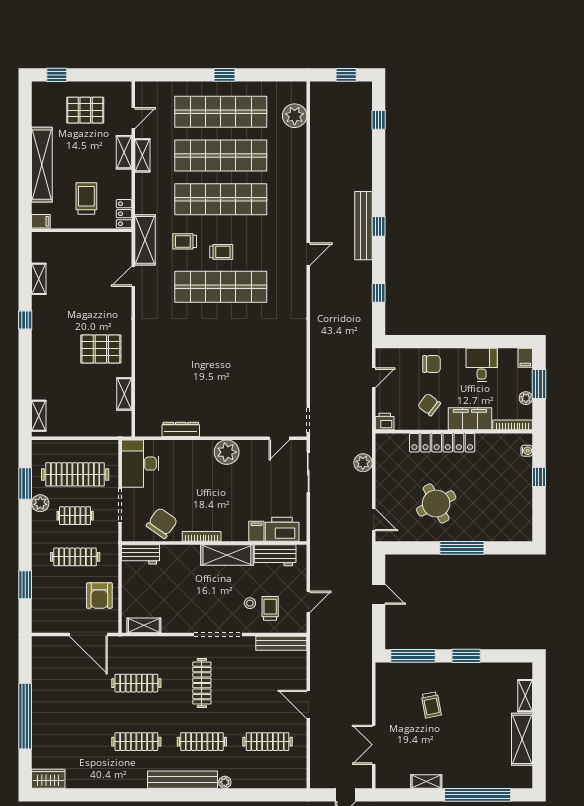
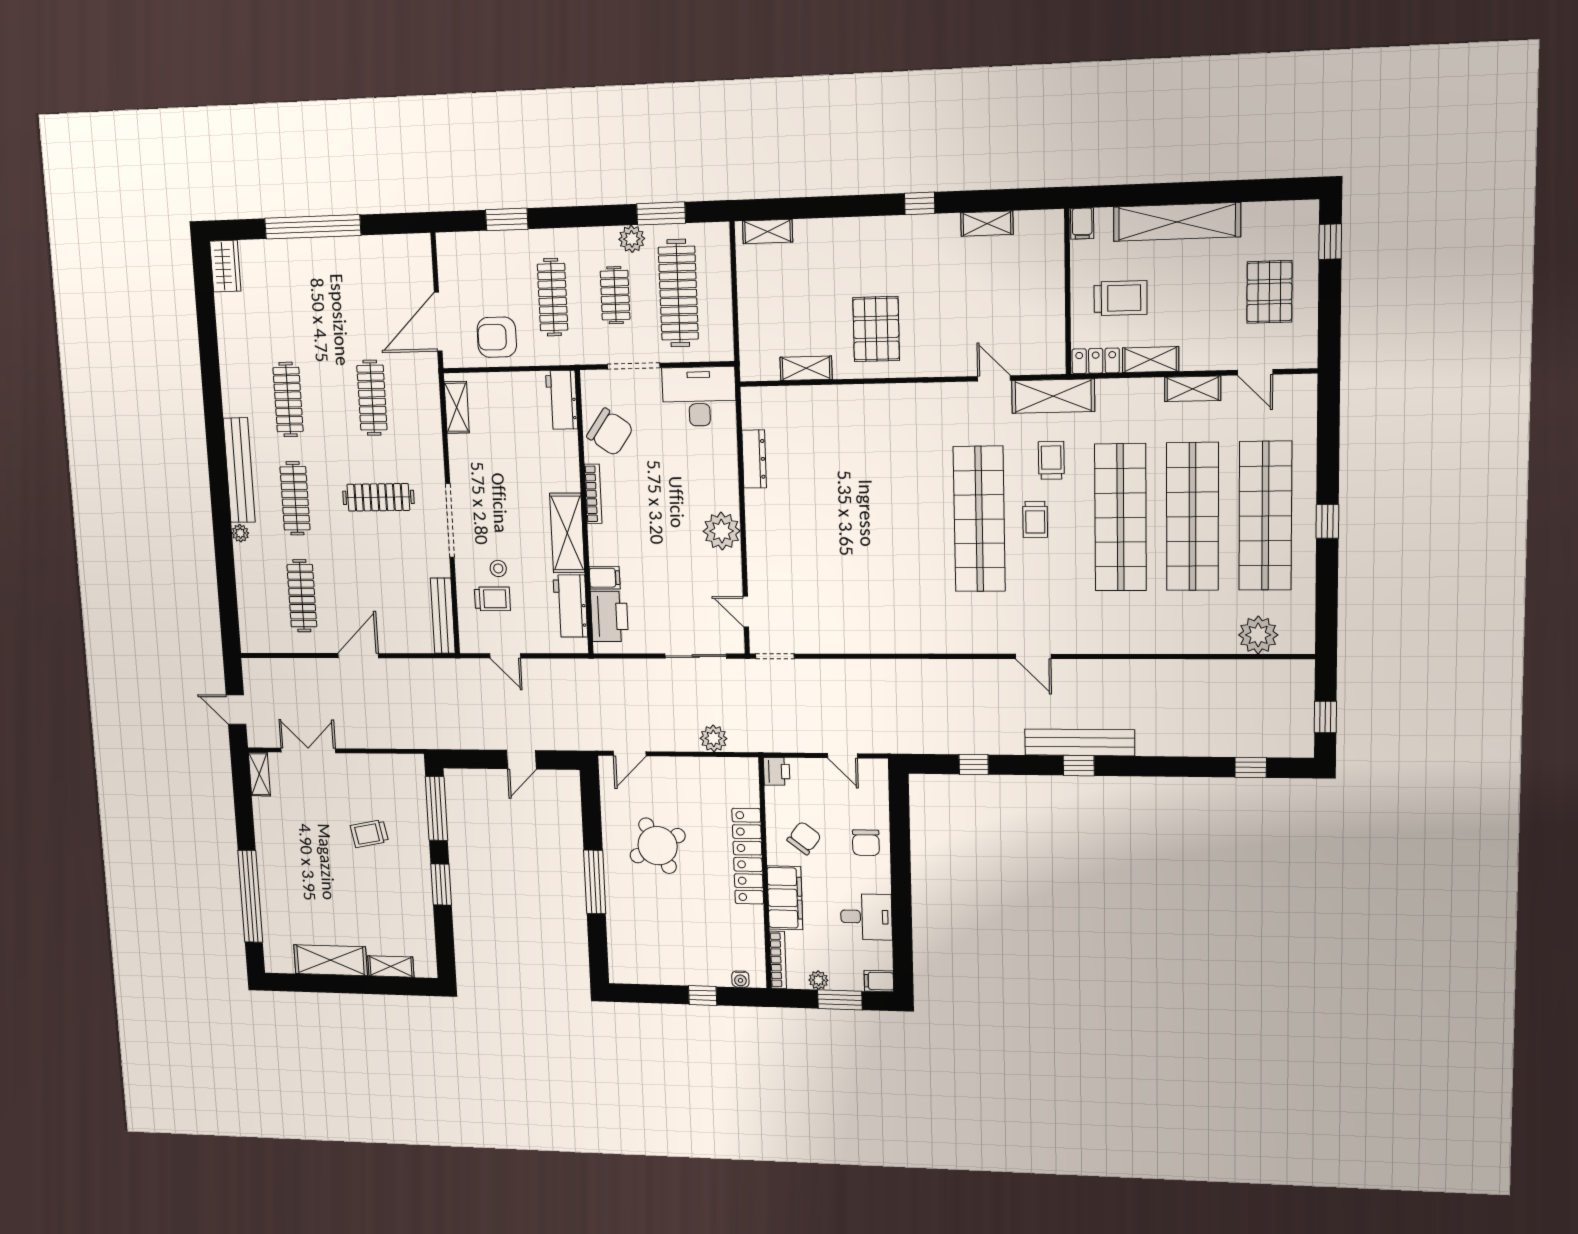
shelving: (124, 152) -> (1151, 360), moved
shelving: (426, 781) -> (259, 774), moved

